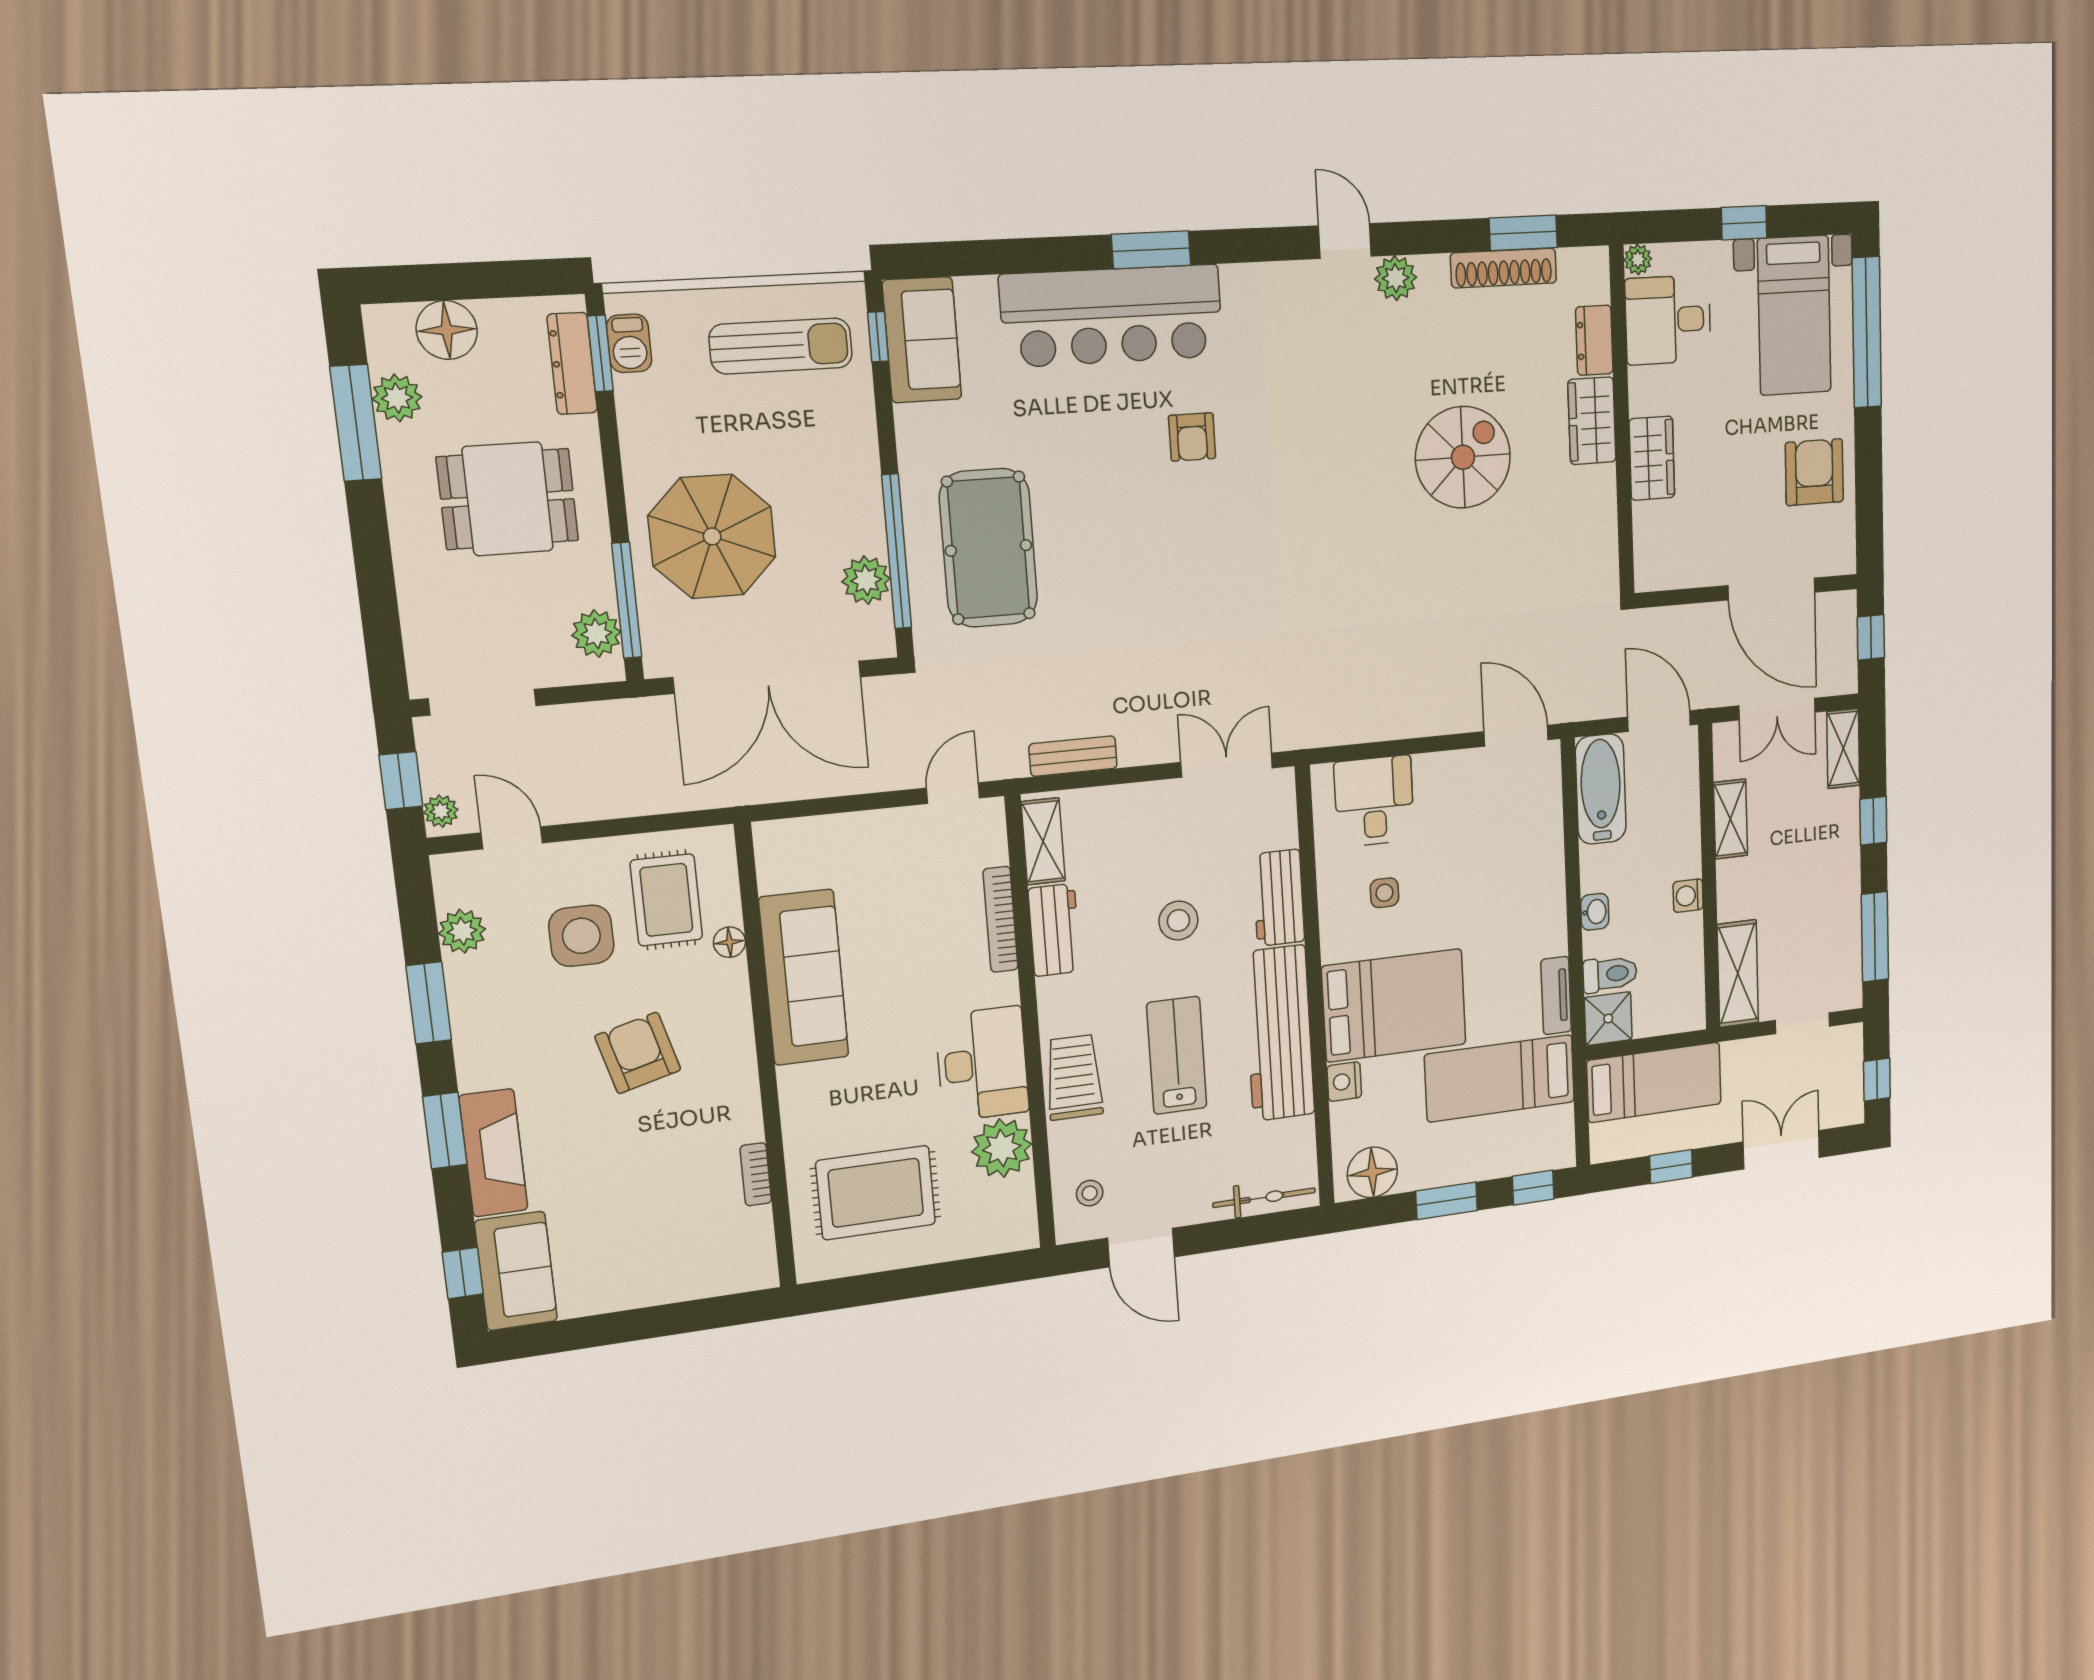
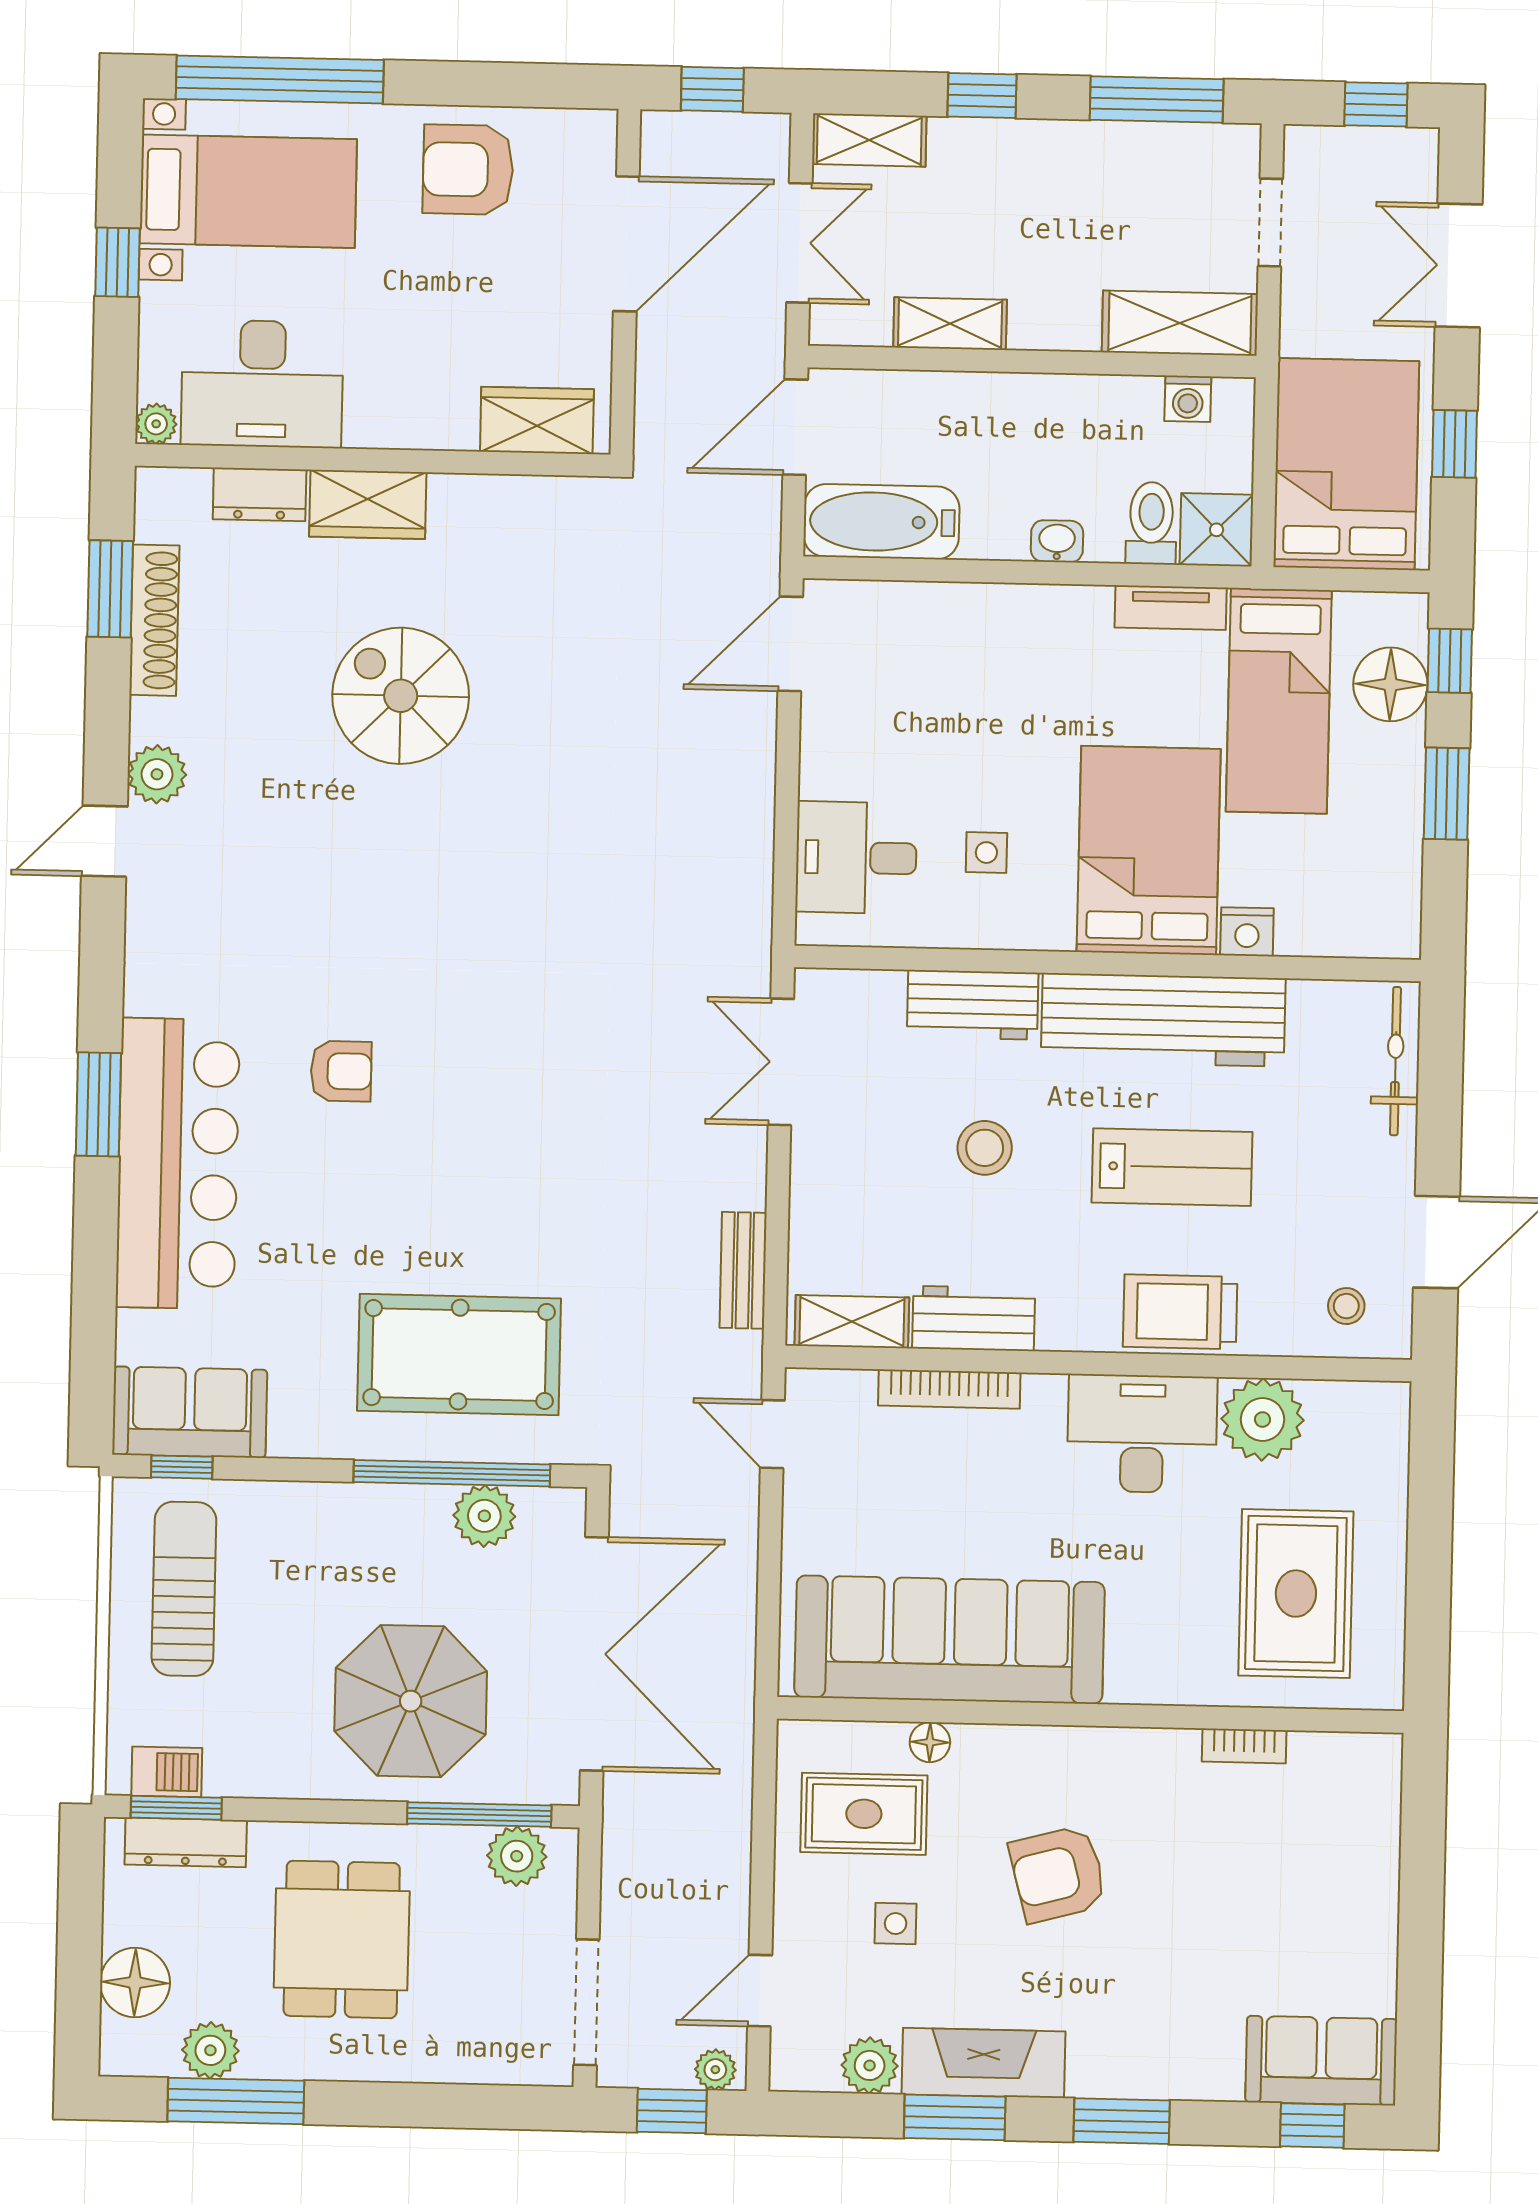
desk: (1668, 320) -> (262, 384), width x1.37
wardrobe: (1652, 458) -> (537, 420), moved
washing machine: (1688, 896) -> (1188, 399), moved
side table: (581, 936) -> (896, 1924), width x0.54, depth x0.54
sofa: (804, 977) -> (950, 1640), width x1.36, depth x1.27
lab bench: (1177, 1055) -> (1172, 1167), turned 180
bed: (1654, 1082) -> (1346, 464), width x1.50
fireplace: (493, 1153) -> (984, 2063), moved
floor lamp: (1372, 1172) -> (1390, 684), moved

